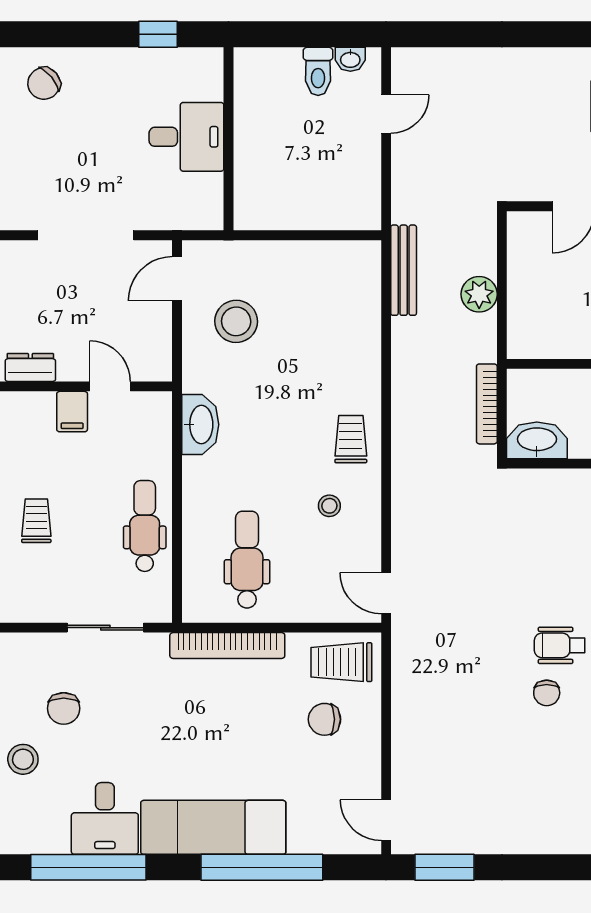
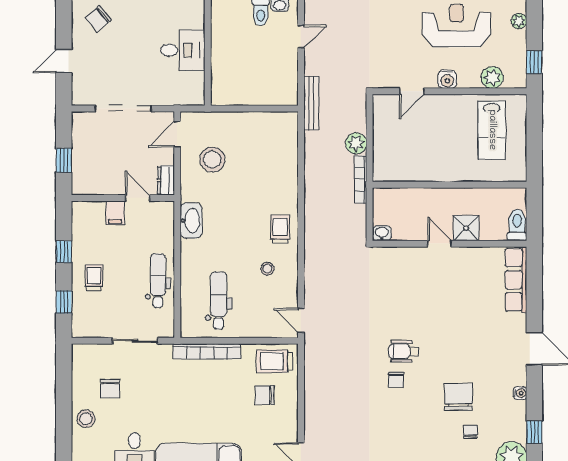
bench: (404, 270) -> (311, 103), moved
dresser: (30, 367) -> (166, 180), moved, turned -90
bookcase: (487, 404) -> (361, 179), moved
washbasin: (537, 440) -> (382, 233), width x0.52, depth x0.69

